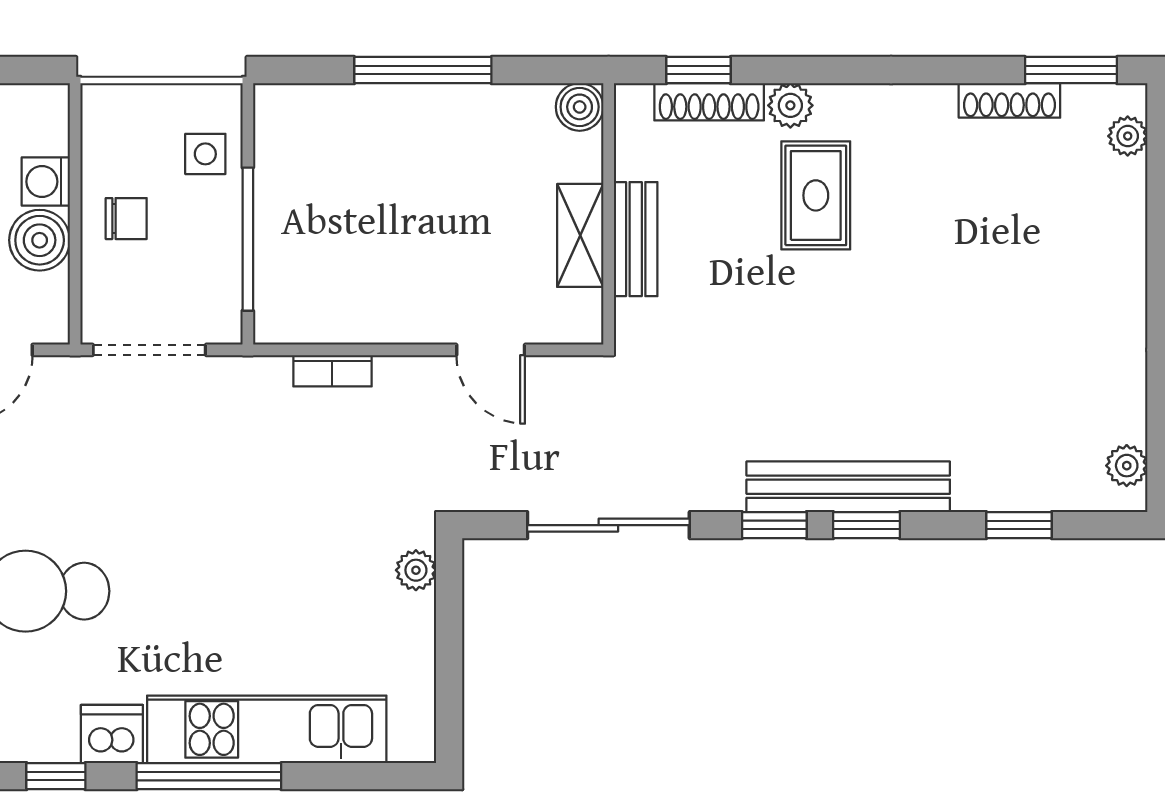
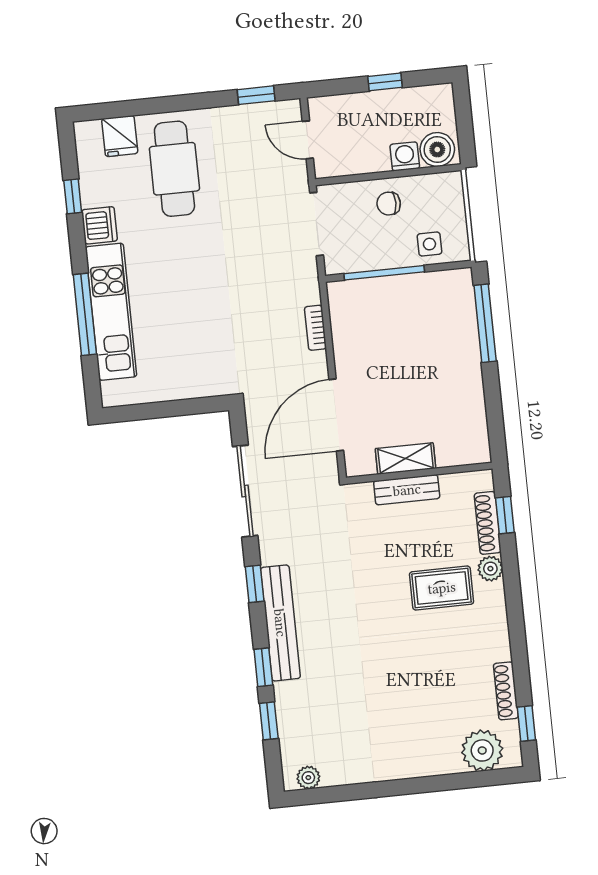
window: (423, 70) -> (485, 323), moved
window: (1071, 70) -> (526, 724), width x0.67
boiler: (580, 107) -> (477, 451), removed
plant: (1128, 136) -> (482, 750), width x1.87, depth x1.87
chair: (126, 219) -> (389, 204), turned 90
boiler: (40, 240) -> (437, 150), moved
door: (491, 350) -> (336, 415), width x1.88
window: (866, 525) -> (263, 667), moved
plant: (416, 570) -> (209, 386), removed
window: (209, 776) -> (85, 314), moved

